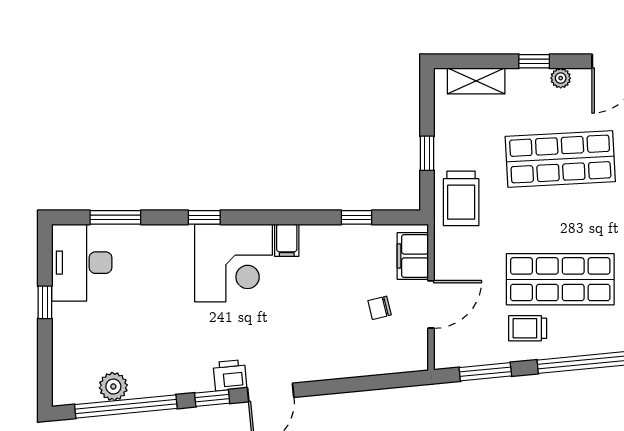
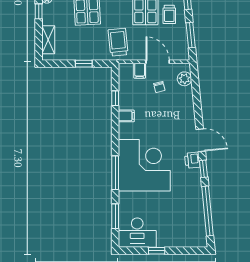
trolley: (461, 198) -> (118, 42), moved, turned -96
window: (204, 217) -> (115, 173), width x2.17
filing cabinet: (287, 240) -> (126, 116), moved
filing cabinet: (413, 256) -> (140, 71), width x0.50
corner desk: (234, 263) -> (144, 165), width x1.36, depth x1.36
plant: (113, 386) -> (184, 79), moved

